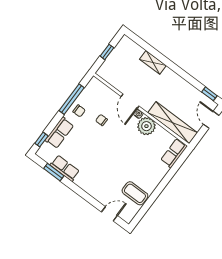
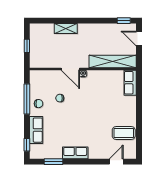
plant: (146, 126) -> (96, 78), removed
row of seats: (65, 168) -> (75, 153), moved

